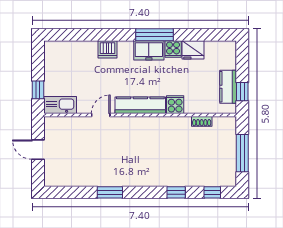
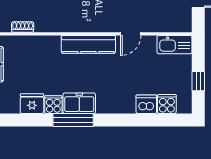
dishwasher: (107, 49) -> (146, 104), moved
window: (38, 90) -> (198, 81), moved
cooker: (175, 105) -> (167, 104), moved, turned 180

